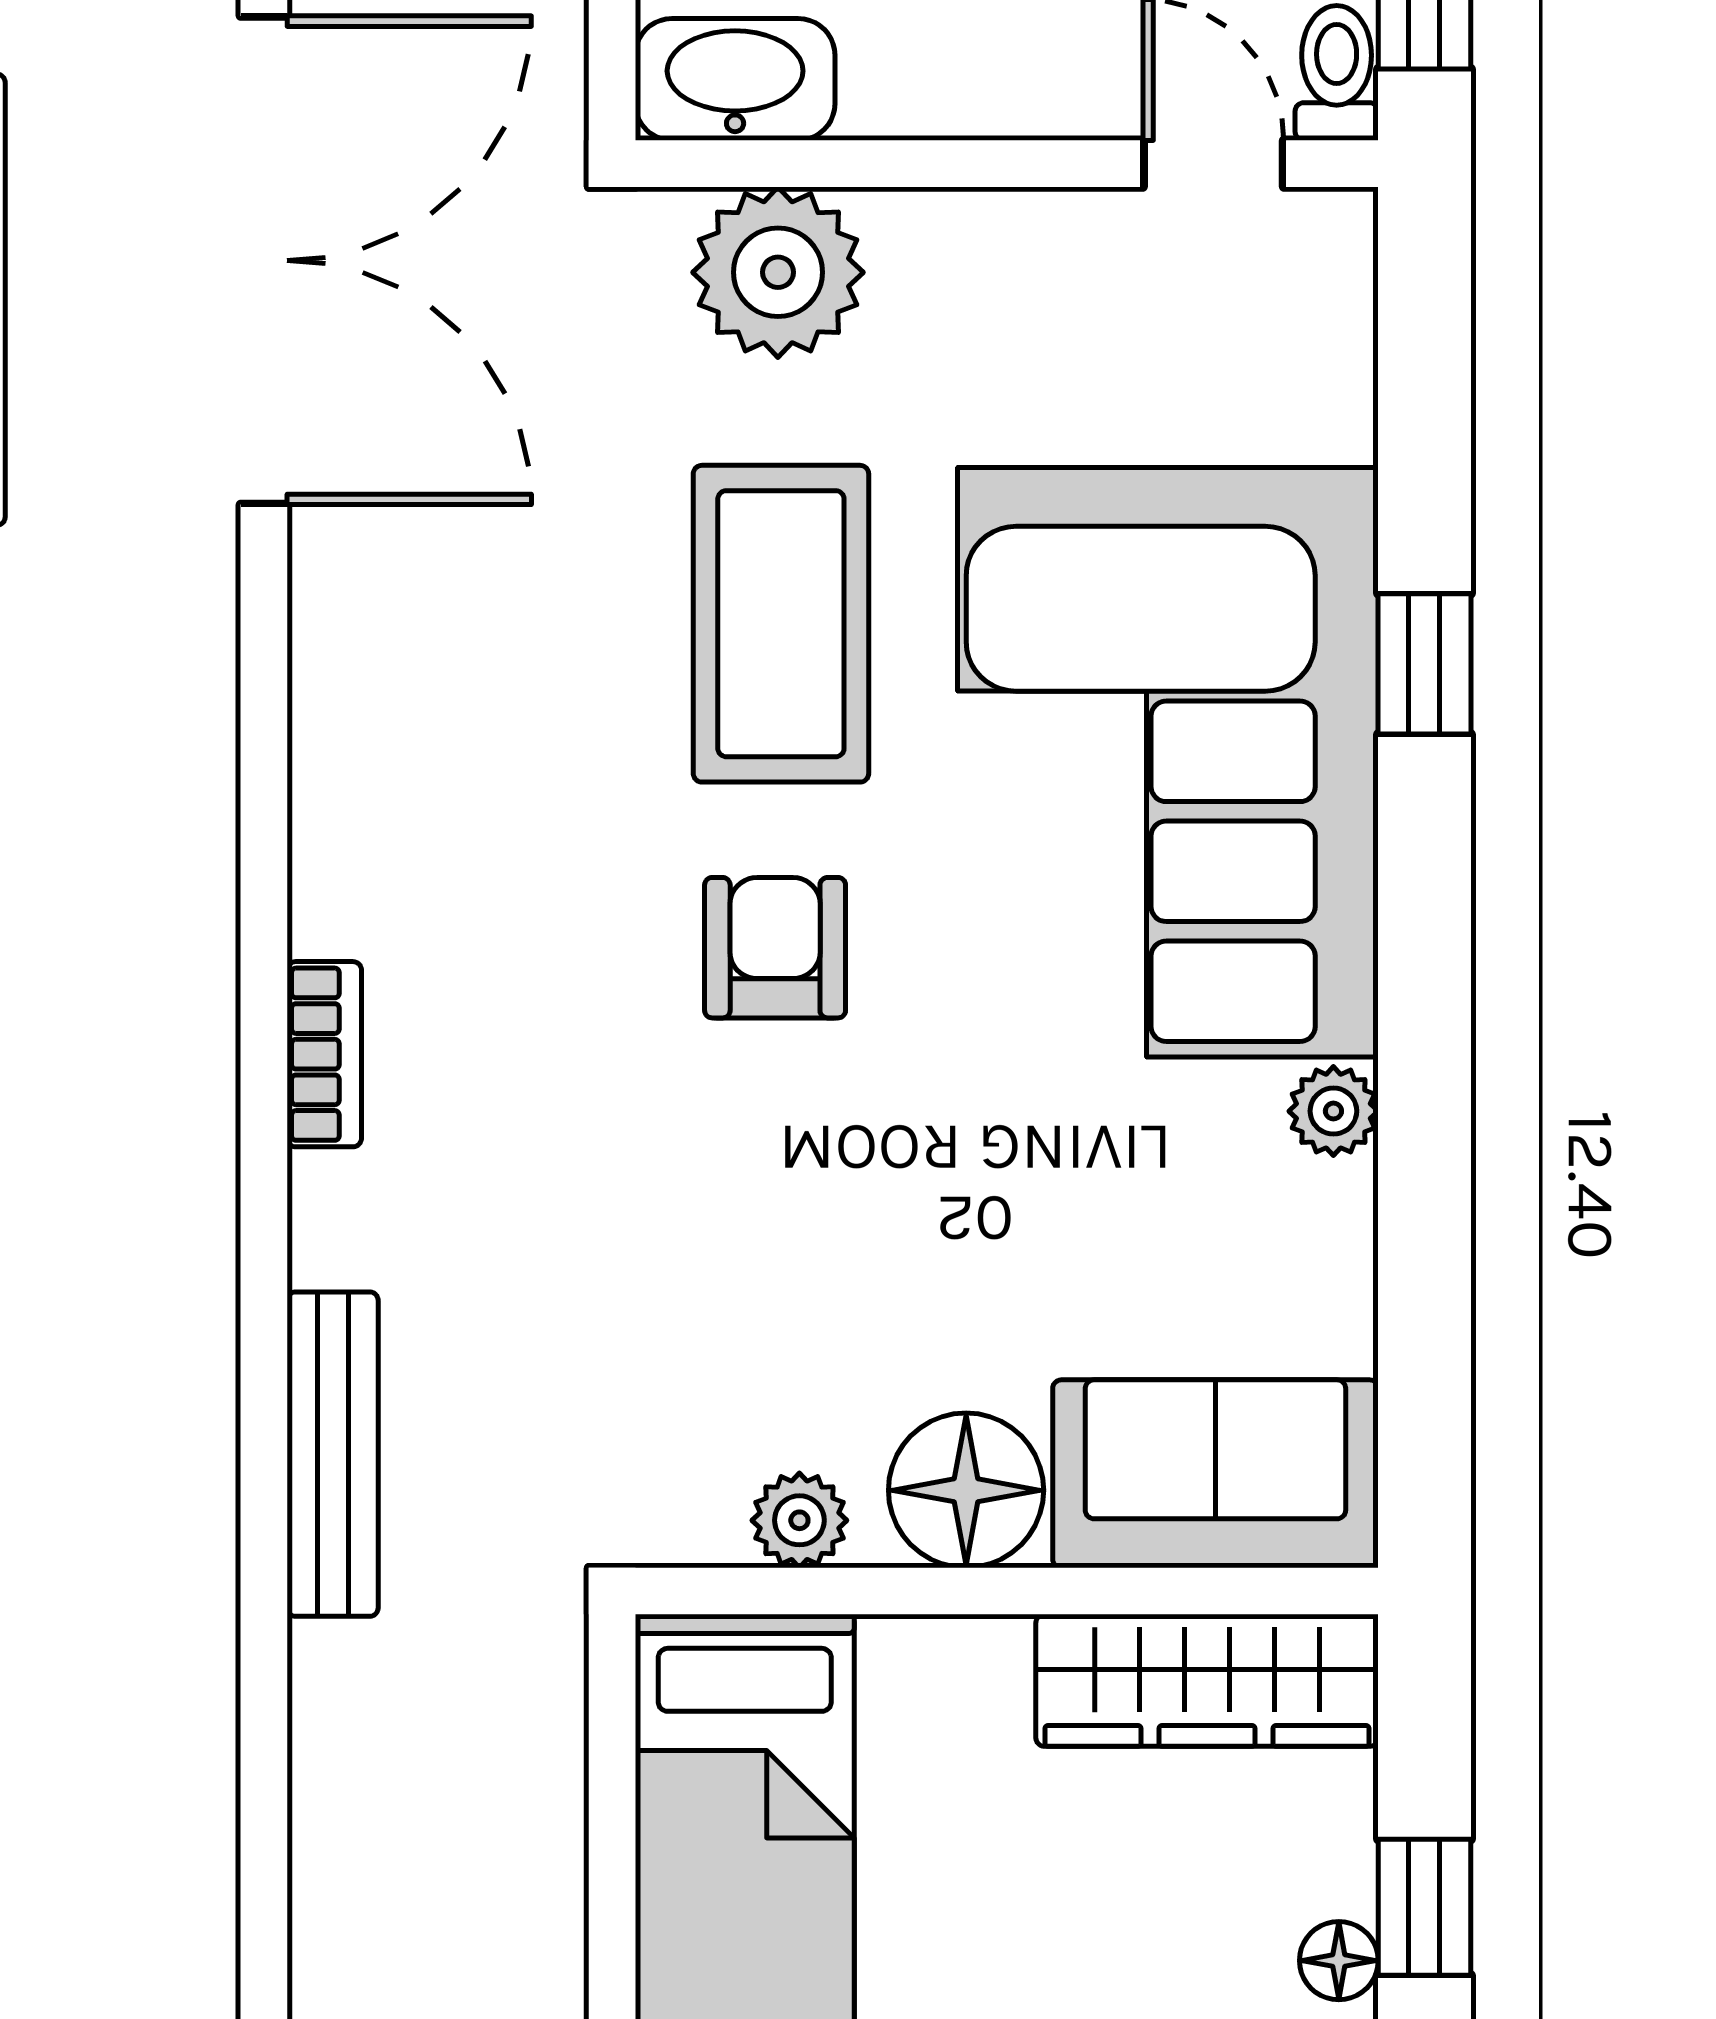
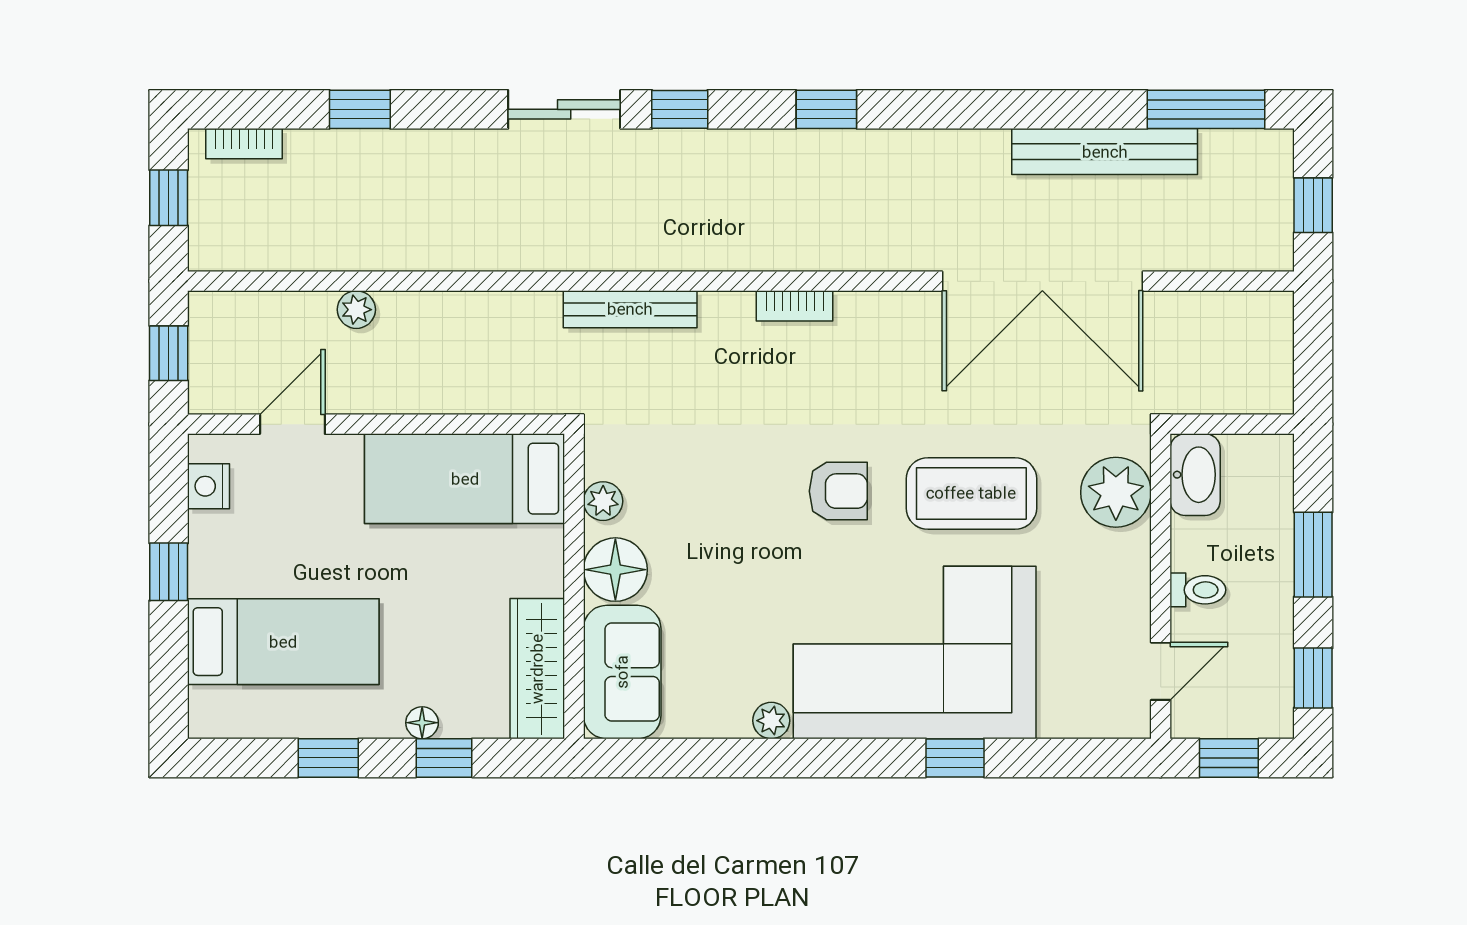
toilet: (1337, 73) -> (1198, 590), moved
double door: (264, 260) -> (1042, 281), moved

